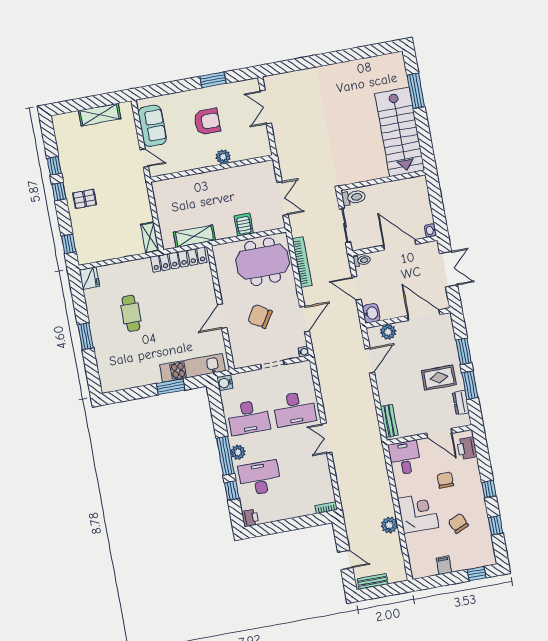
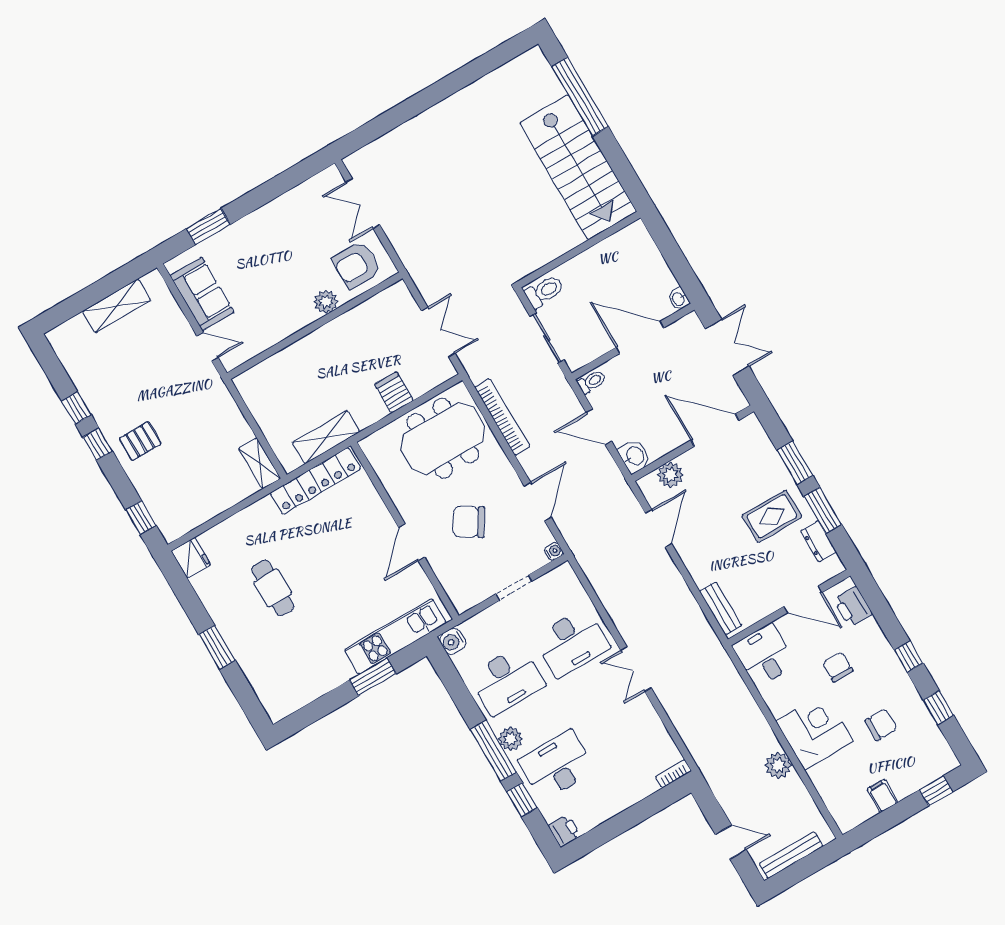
window: (213, 80) -> (208, 226), moved
window: (416, 91) -> (580, 97), width x1.46
armchair: (207, 122) -> (357, 265), moved, turned 180
chair: (458, 523) -> (881, 725), turned 113
bench: (373, 581) -> (791, 855), width x1.36

